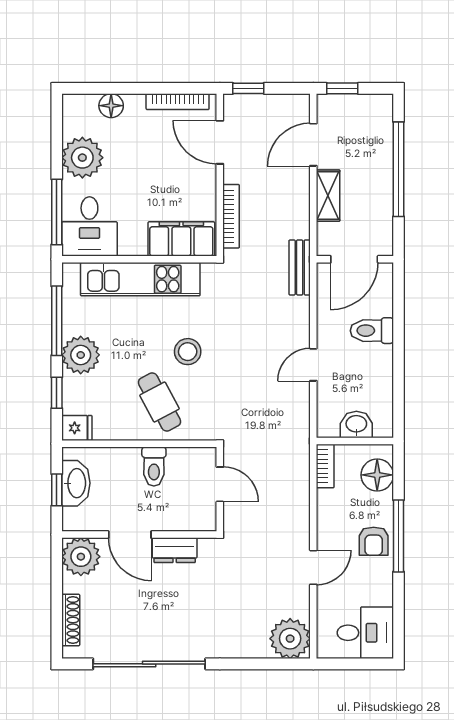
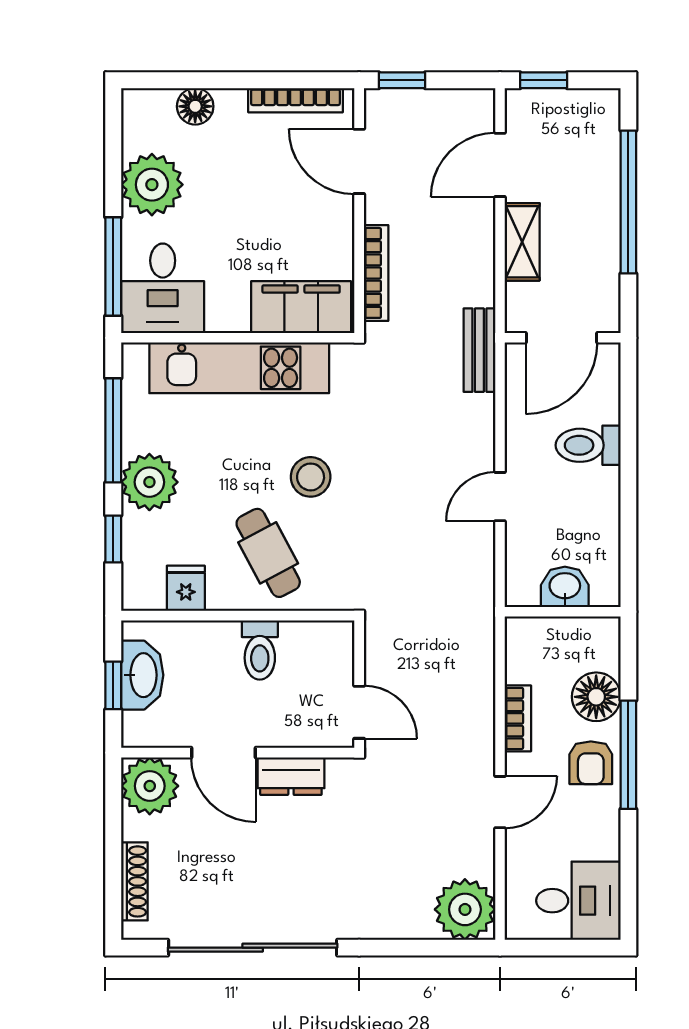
fridge: (77, 428) -> (186, 588), moved, turned -90
bookcase: (325, 466) -> (518, 718), moved
floor lamp: (377, 475) -> (596, 697), moved
door: (220, 484) -> (359, 712), moved

